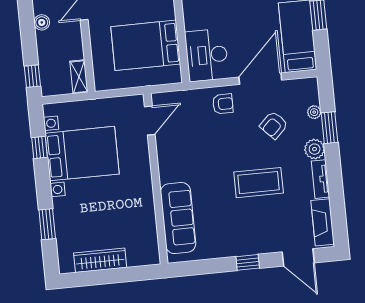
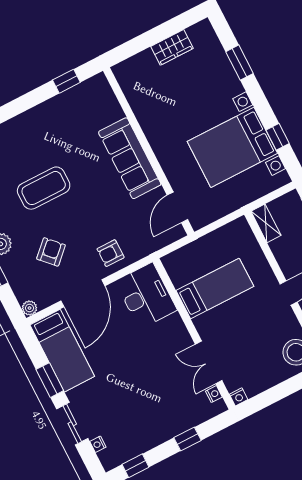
bed: (146, 45) -> (215, 288), width x0.67
plant: (314, 112) -> (29, 308), moved
sofa: (178, 218) -> (130, 158), moved
wardrobe: (100, 260) -> (172, 47), width x0.67
window: (248, 262) -> (66, 81), moved

